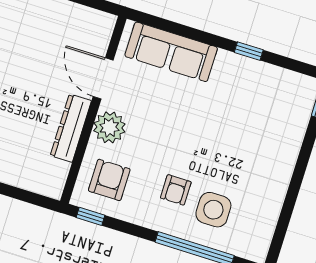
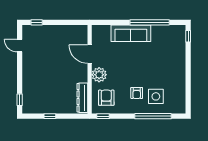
window: (249, 51) -> (150, 22), width x3.17
sofa: (171, 52) -> (131, 33), moved
dresser: (71, 128) -> (82, 98), moved

